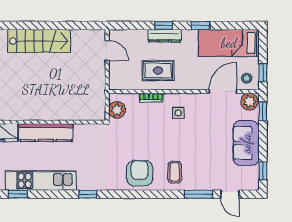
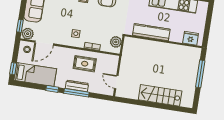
window: (164, 25) -> (76, 93), width x2.17
window: (263, 73) -> (13, 69), moved
kitchen counter: (46, 133) -> (151, 32), moved

